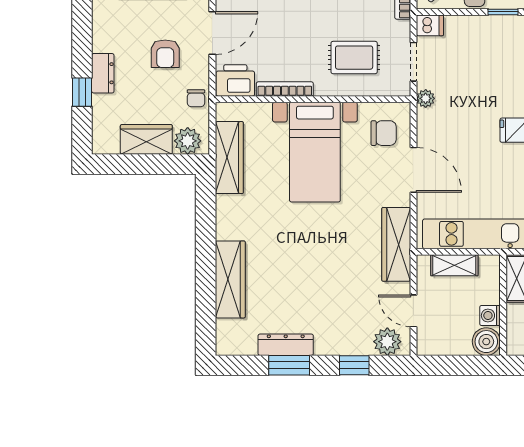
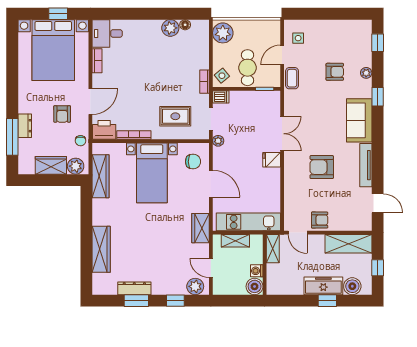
window: (82, 92) -> (12, 137), width x2.17
wardrobe: (396, 244) -> (201, 228), width x0.67

